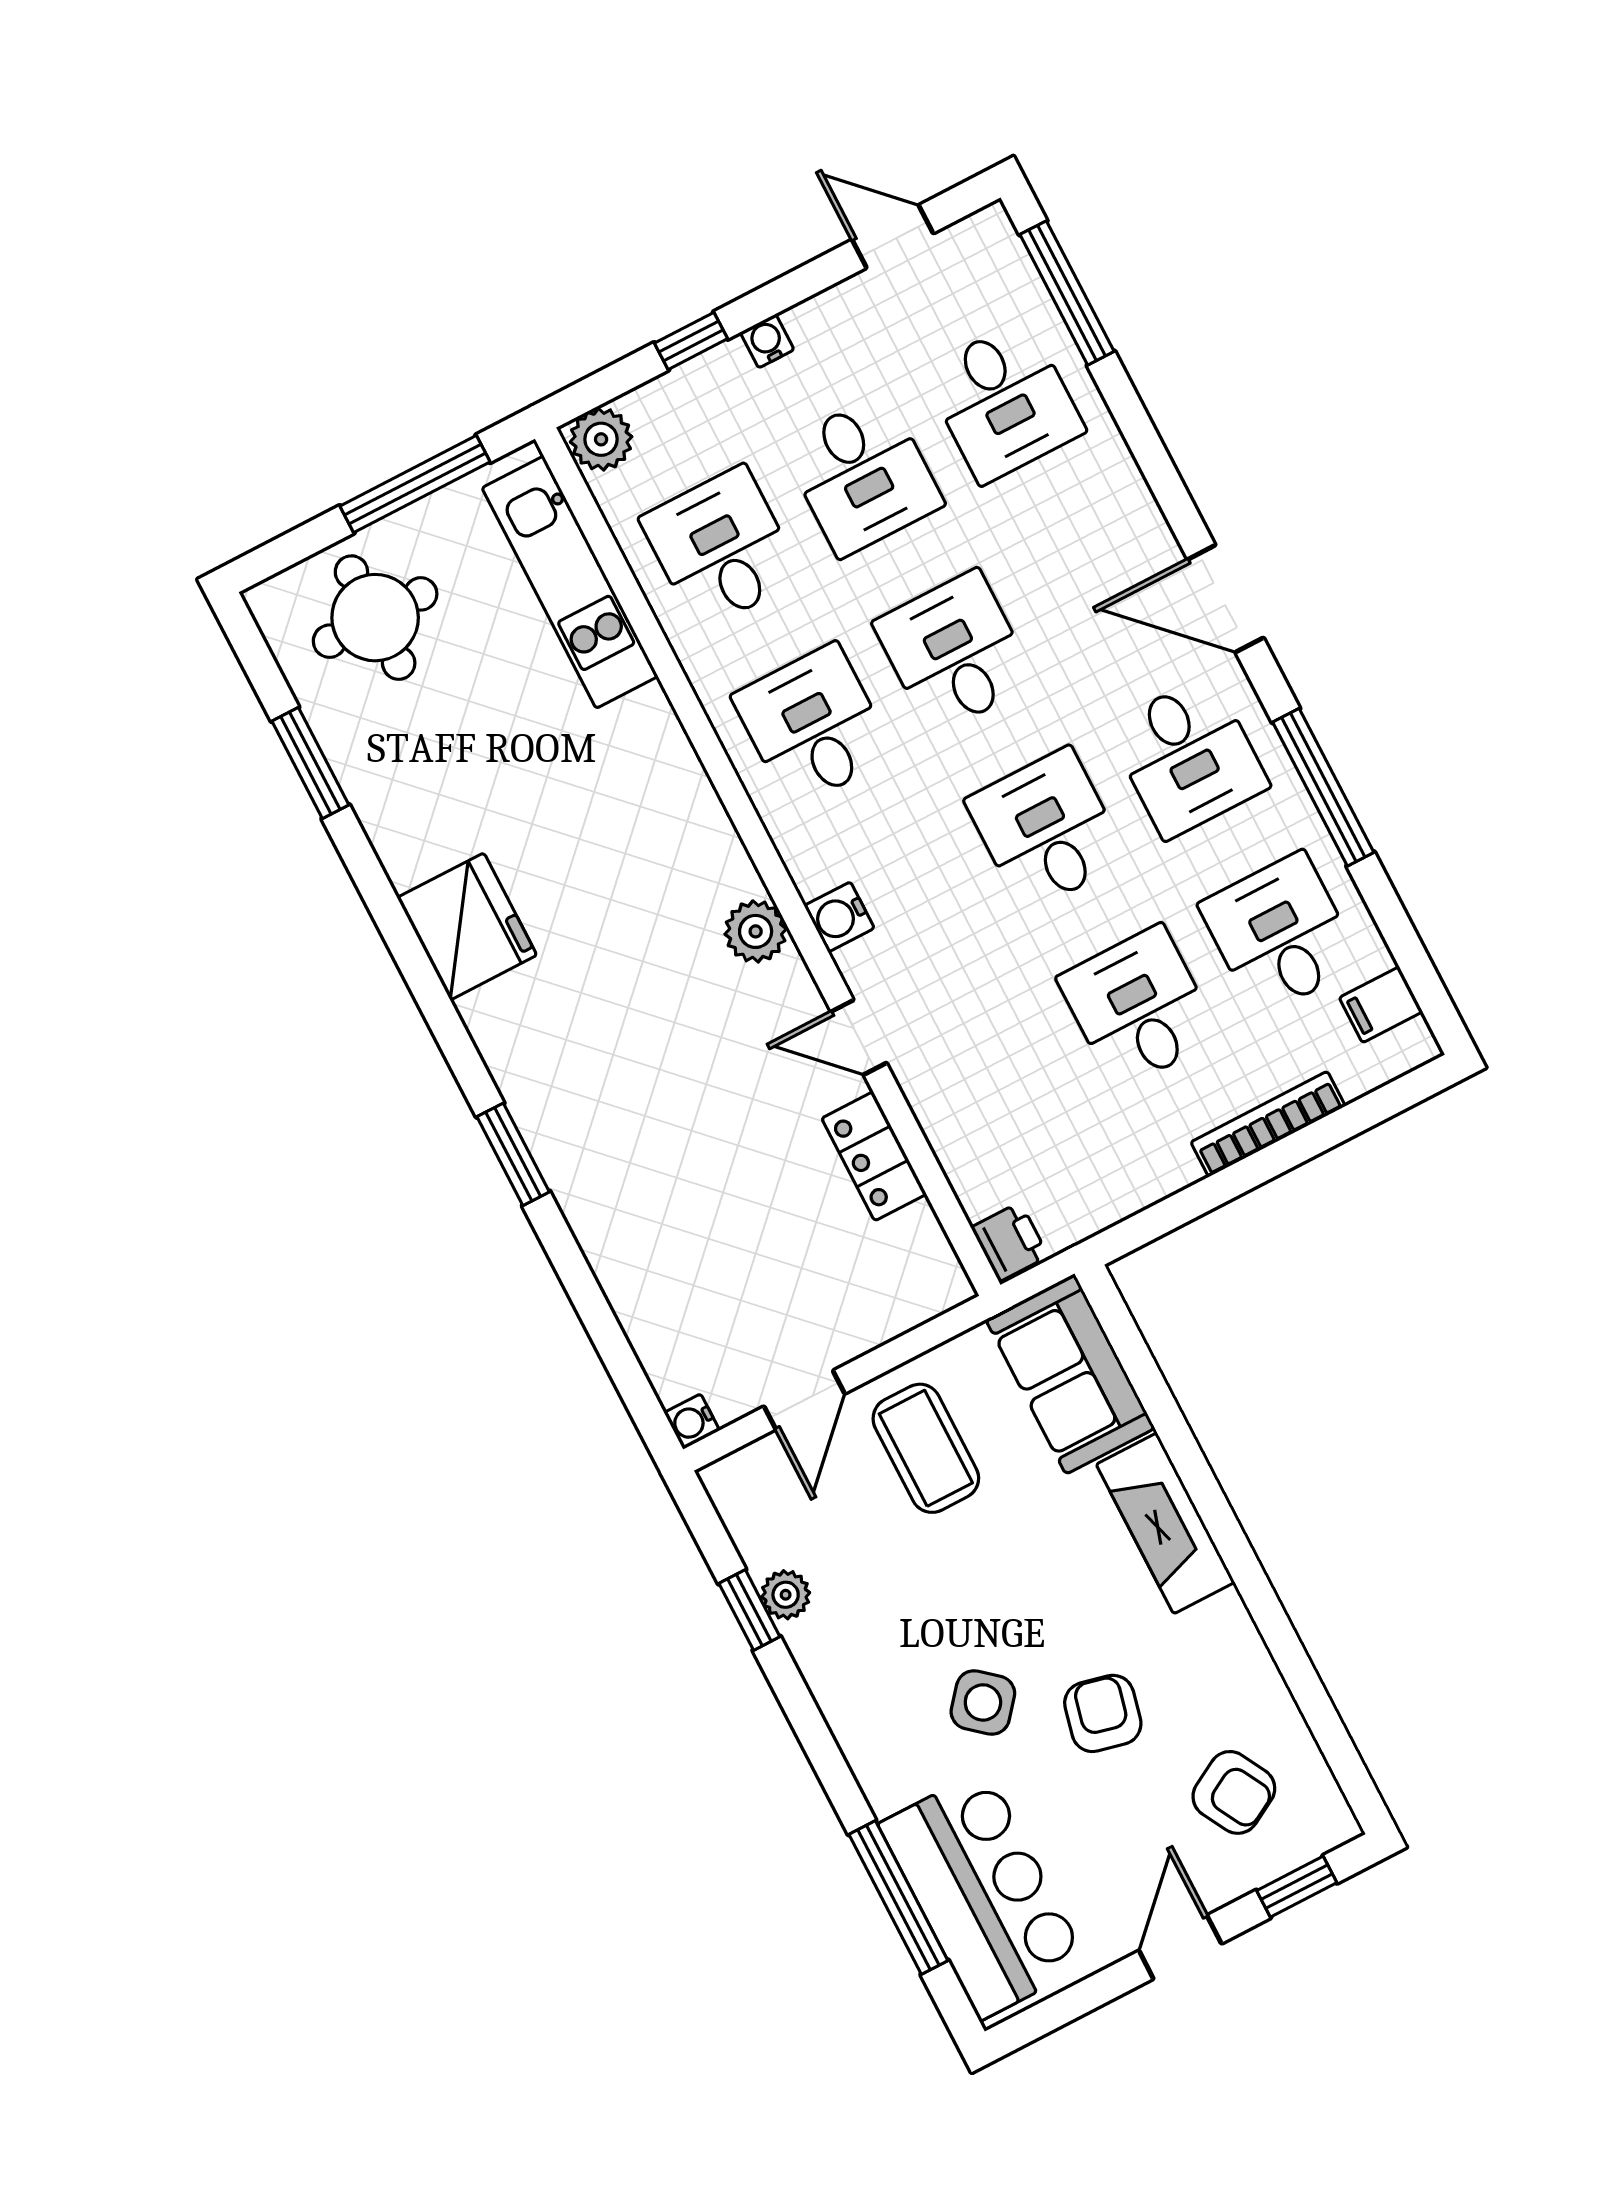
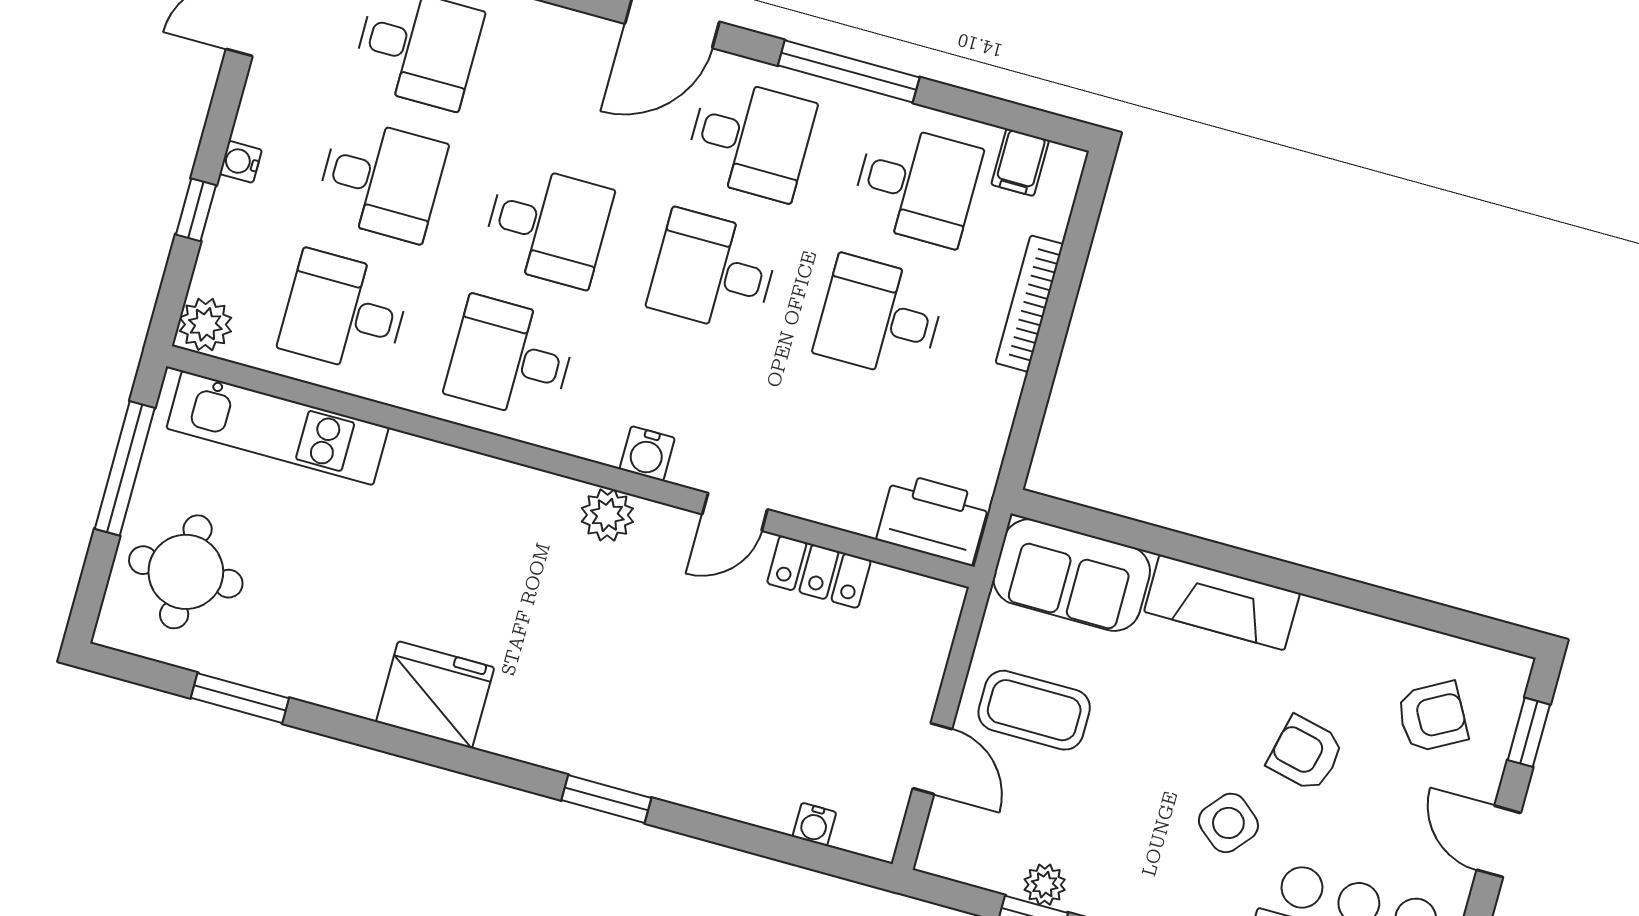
desk: (955, 652) -> (547, 226), turned 180
desk: (1280, 934) -> (916, 185), turned 180
printer: (1010, 1242) -> (933, 519), width x1.87, depth x1.48
water cooler: (692, 1422) -> (814, 824), moved

